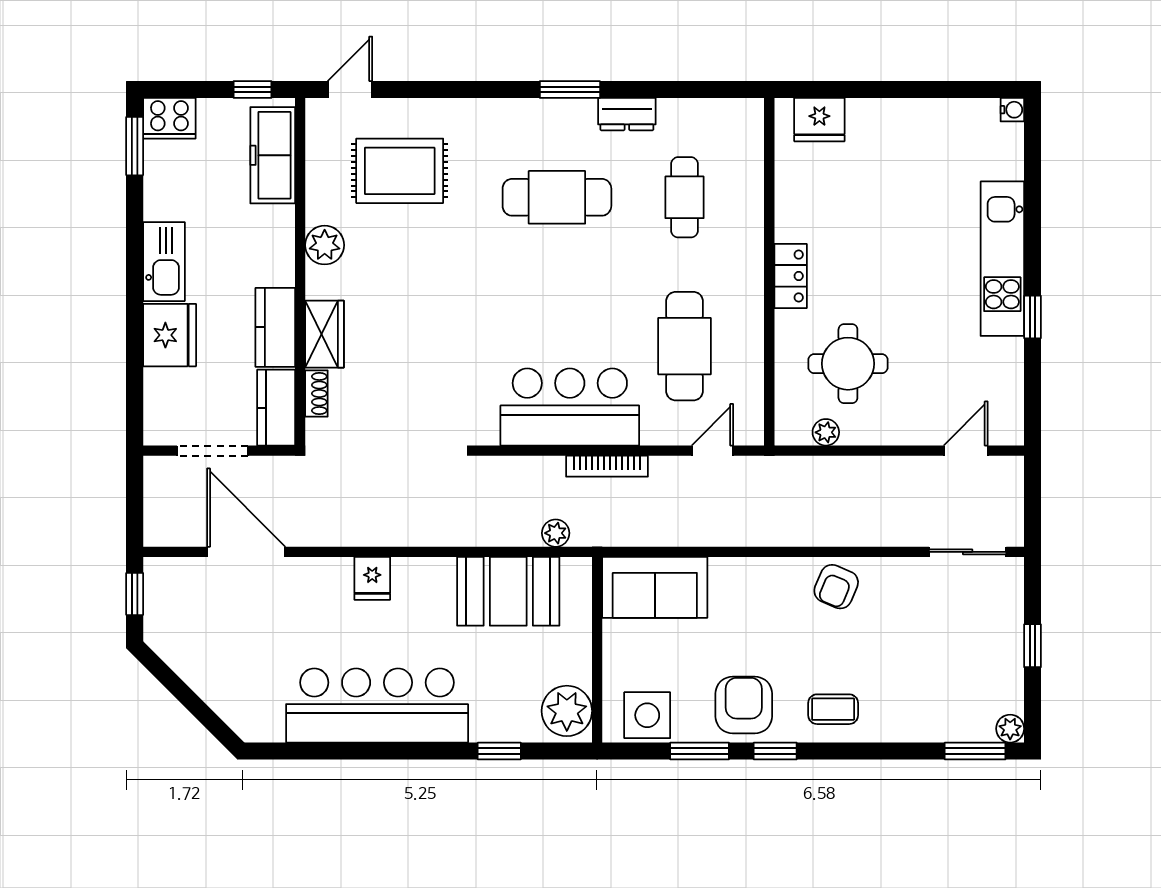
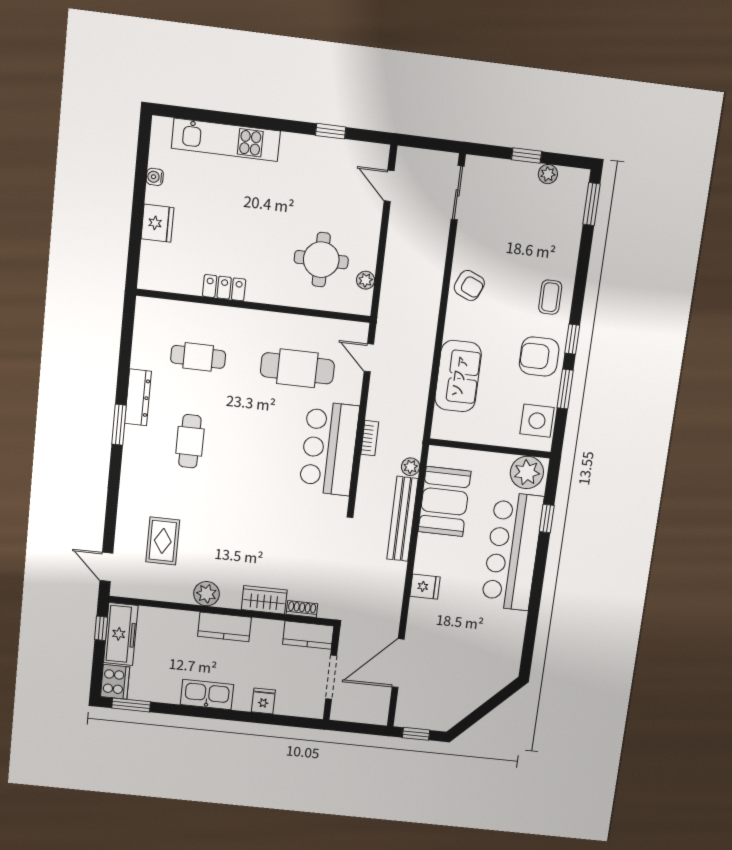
water cooler: (1012, 110) -> (155, 177), moved, turned -90
dresser: (627, 114) -> (138, 397), width x1.44
fridge: (819, 120) -> (157, 223), moved
freezer: (273, 155) -> (121, 634), moved, turned -90
rug: (400, 171) -> (163, 541), width x0.73, depth x0.70
cafe table: (557, 197) -> (190, 441), width x0.73, depth x0.74
kitchen unit: (1002, 259) -> (226, 140), moved
locker: (791, 276) -> (224, 288), moved
window: (1033, 317) -> (331, 131), moved
kitchen counter: (275, 327) -> (224, 627), moved
fridge: (170, 335) -> (263, 701), width x0.53, depth x0.75
bookcase: (607, 466) -> (370, 438), width x0.64
bench: (474, 531) -> (402, 519), added
sofa: (655, 587) -> (458, 376), moved
bar counter: (377, 706) -> (512, 551), moved
plant: (1010, 729) -> (548, 174), moved

